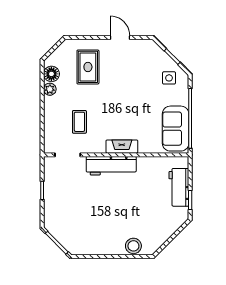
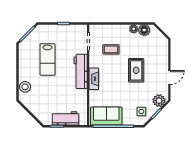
plant: (153, 53) -> (159, 101), added
rug: (88, 67) -> (136, 70), moved, turned 90
lab bench: (94, 213) -> (47, 59), added

